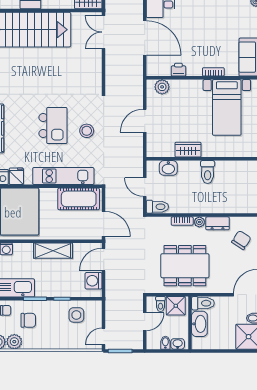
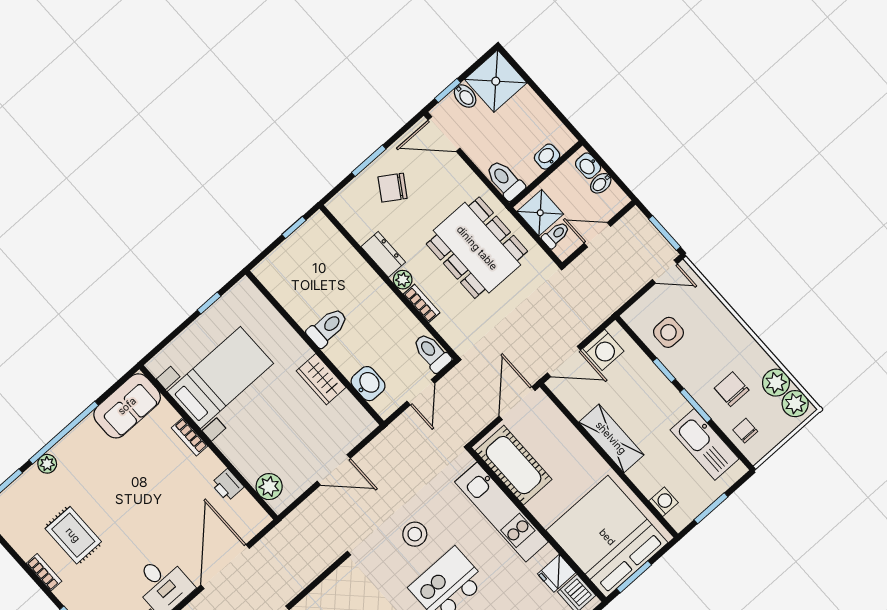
chair: (241, 240) -> (393, 188), moved
washbasin: (199, 324) -> (547, 157), width x0.52, depth x0.69

